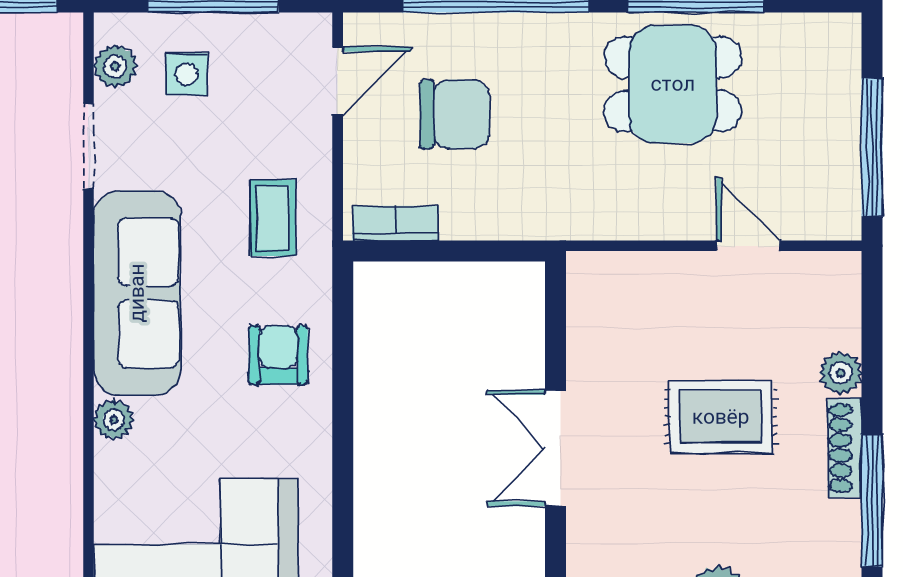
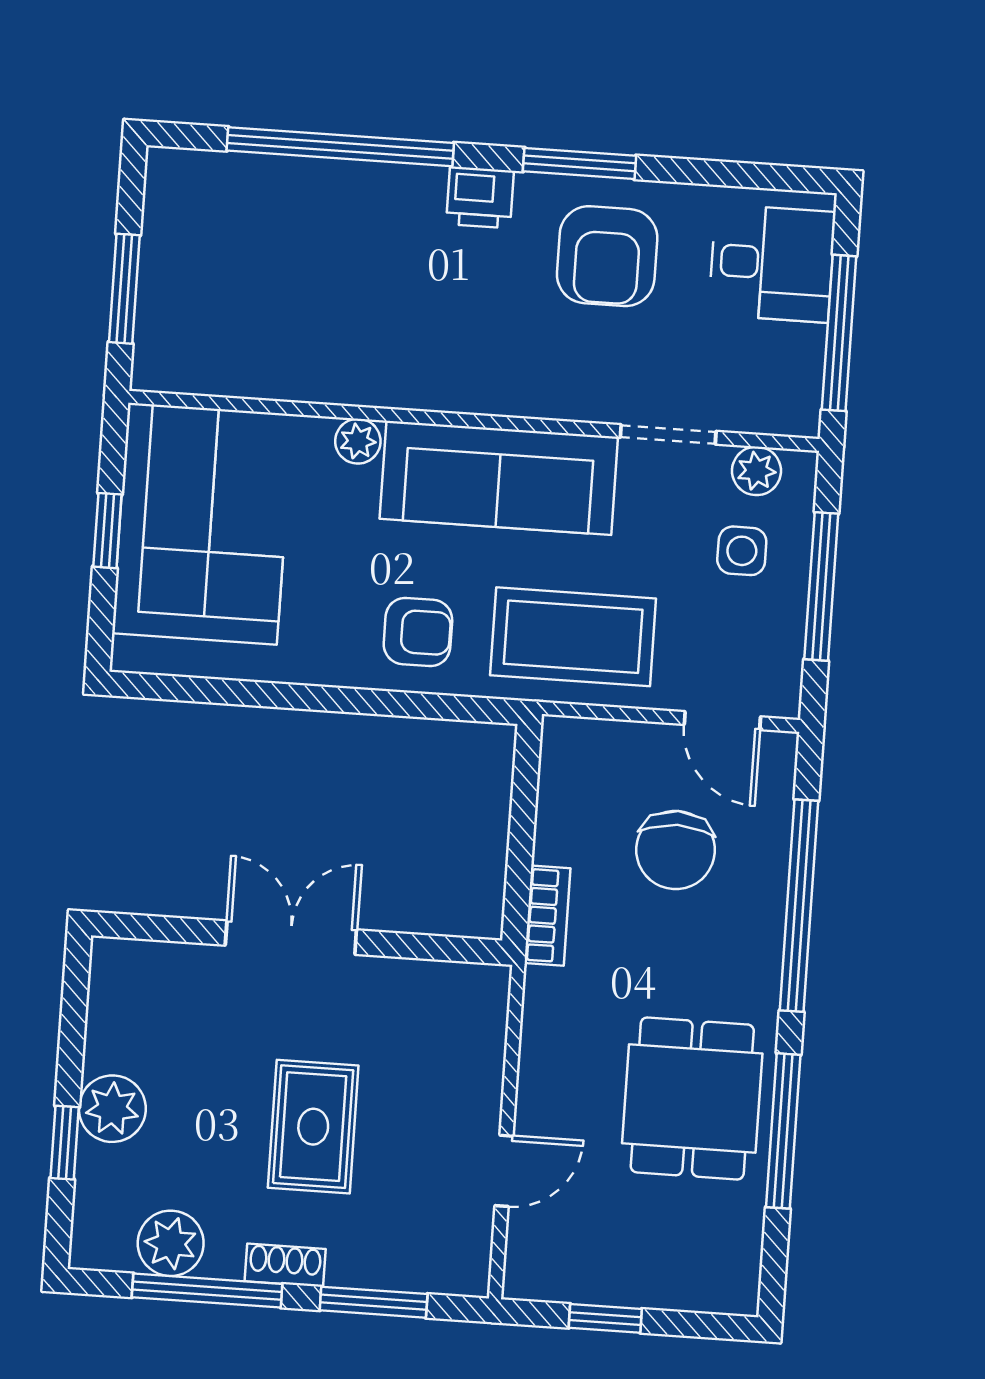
window: (872, 147) -> (605, 1318), width x0.46
coffee table: (273, 218) -> (573, 637), width x1.86, depth x1.72
bookcase: (395, 223) -> (547, 916), moved
window: (872, 353) -> (374, 1302), added
plant: (841, 373) -> (171, 1243), moved, width x1.38, depth x1.38
shoe rack: (845, 448) -> (285, 1265), width x0.70

